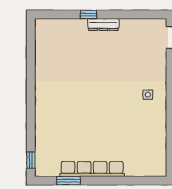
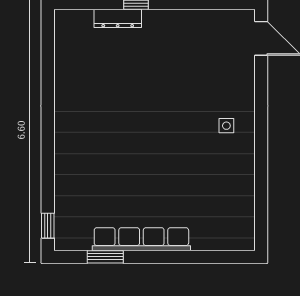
dresser: (103, 24) -> (118, 18), moved

